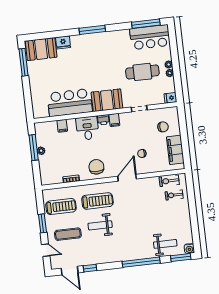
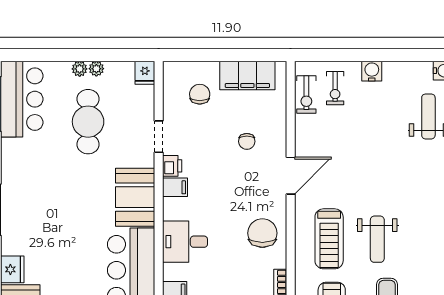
printer: (103, 120) -> (172, 166), moved
chair: (96, 167) -> (262, 233), turned 90
door: (127, 178) -> (291, 176), swing flipped
treadmill: (97, 201) -> (329, 239), turned 180
water cooler: (185, 213) -> (372, 71), added

